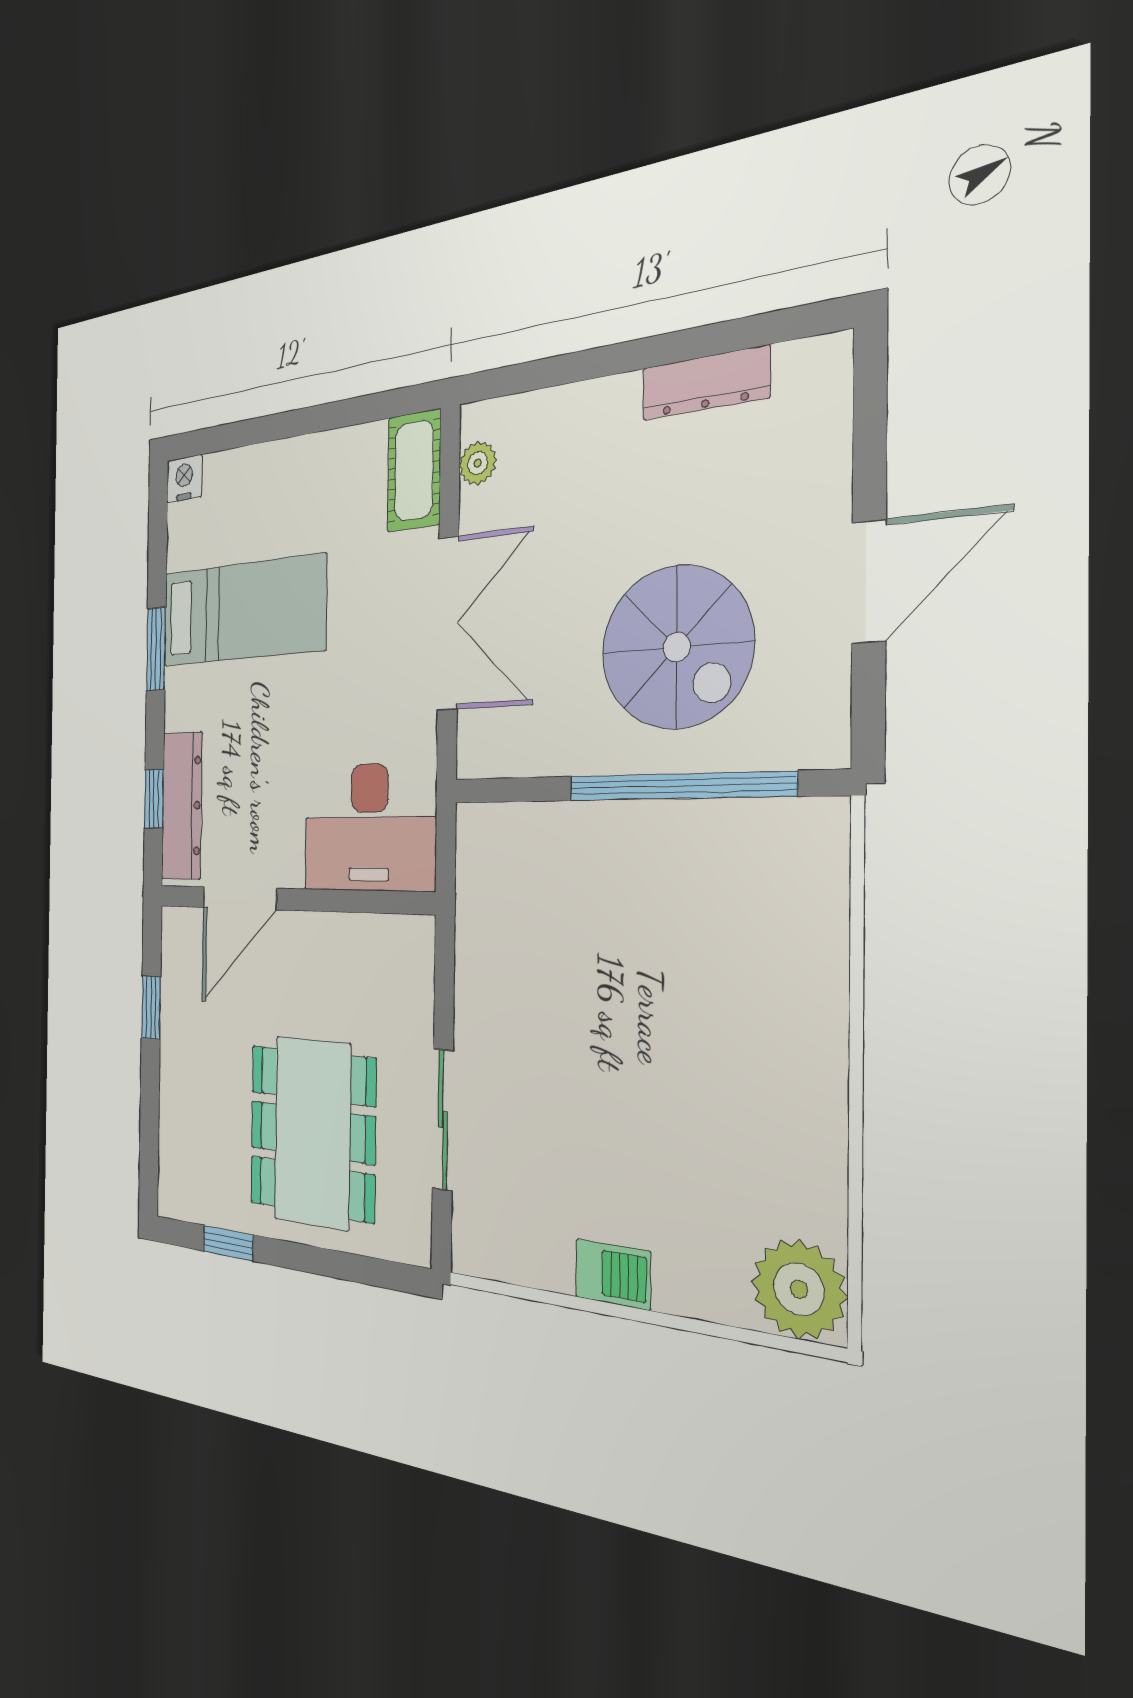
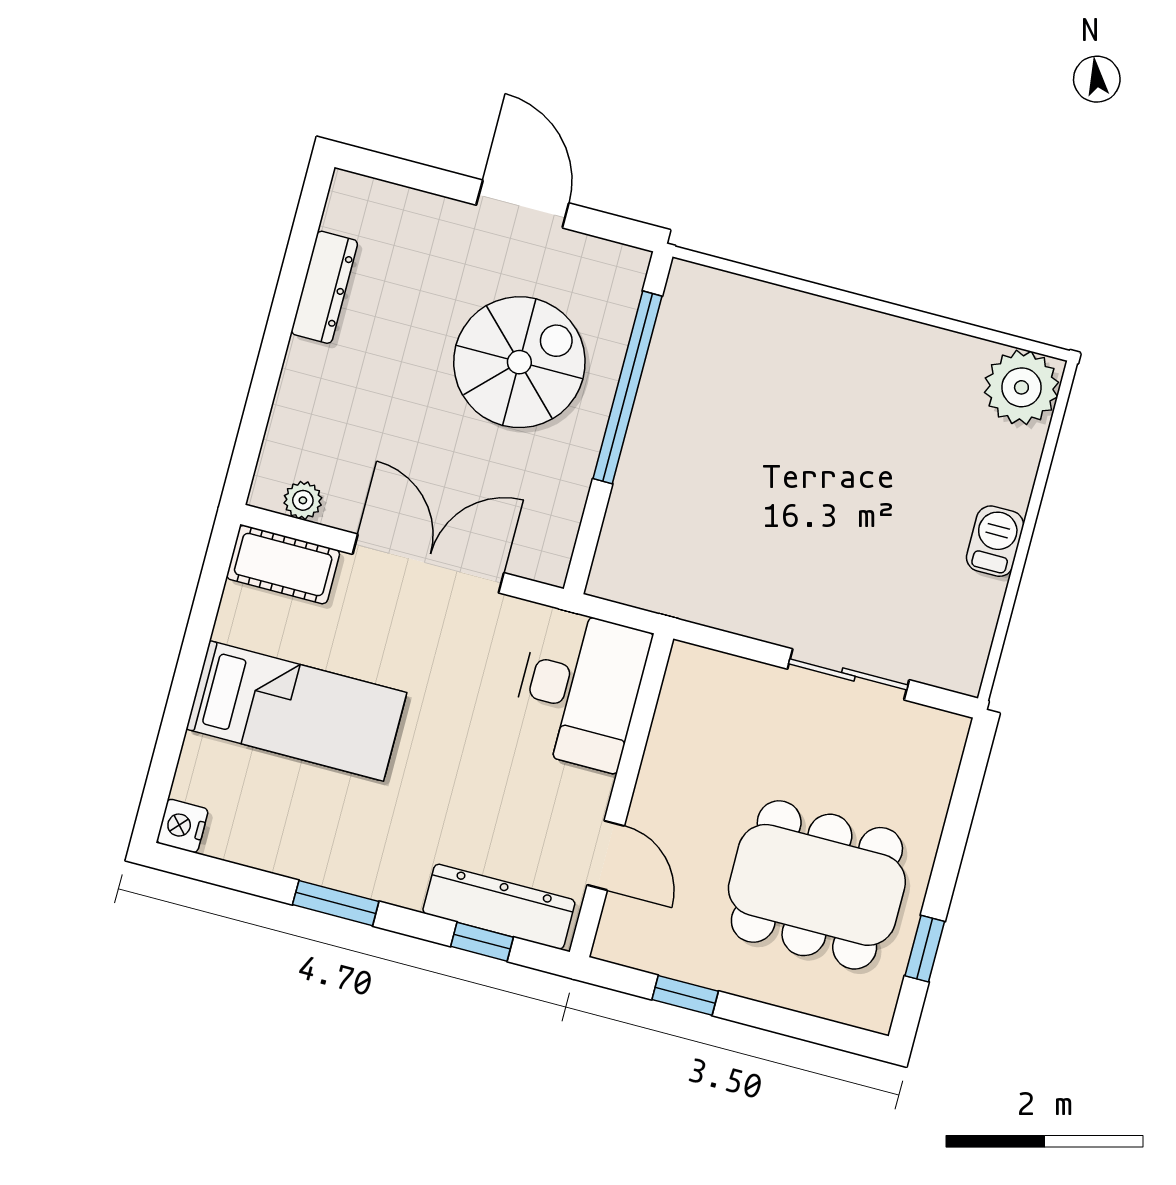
bed: (243, 611) -> (296, 711), moved, turned 90
door: (239, 898) -> (606, 855), width x0.73
dining table: (312, 1132) -> (817, 885), moved

